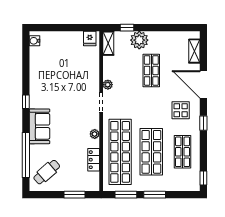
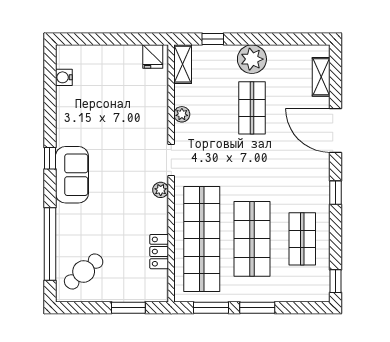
plant: (139, 40) -> (252, 59), moved
water cooler: (34, 41) -> (64, 77), moved
plant: (108, 85) -> (182, 114), moved
display table: (181, 110) -> (299, 172), removed
sofa: (39, 126) -> (72, 175), moved
plant: (95, 134) -> (161, 190), moved

